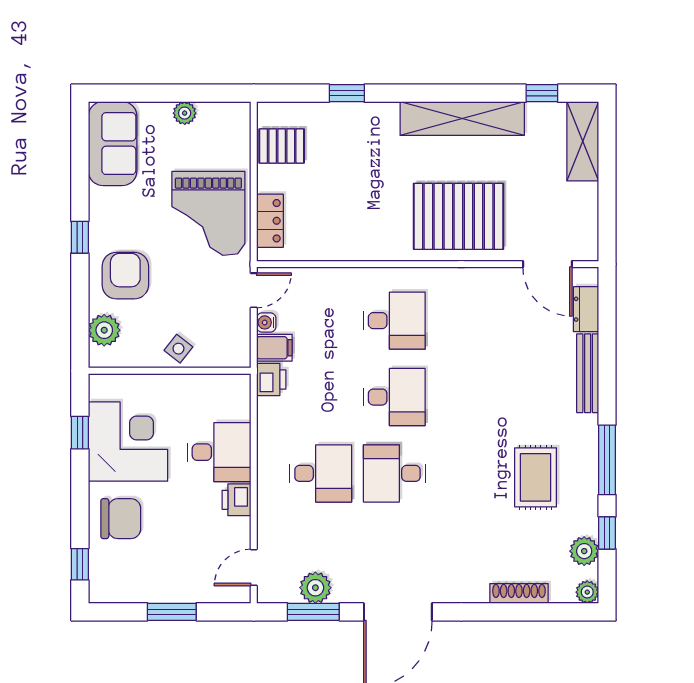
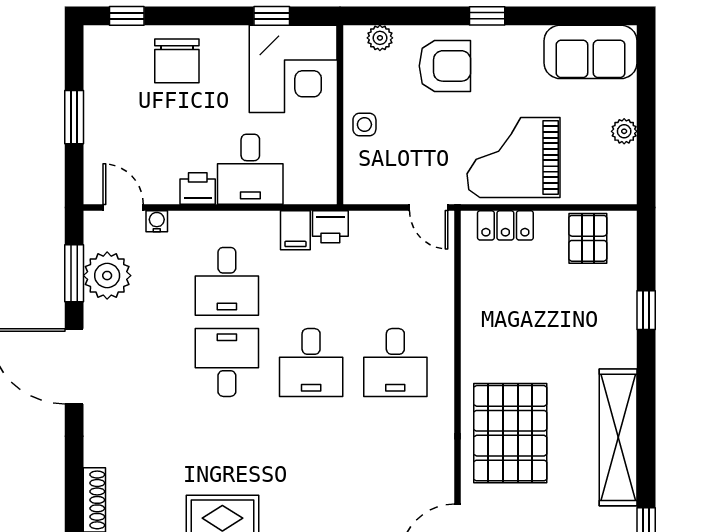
water cooler: (266, 322) -> (157, 221), moved
plant: (104, 330) -> (380, 38), width x0.73, depth x0.73
filing cabinet: (274, 348) -> (295, 230), moved
side table: (178, 349) -> (364, 125), turned -38
corner desk: (128, 441) -> (293, 69), moved
plant: (315, 588) -> (107, 276), width x1.36, depth x1.36

